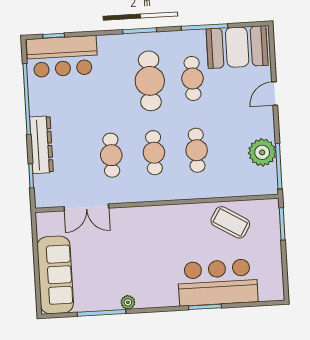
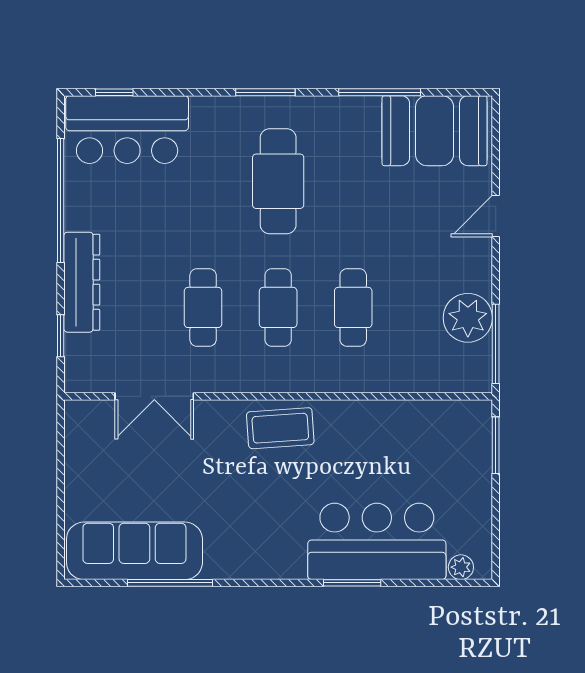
cafe table: (192, 78) -> (353, 181), removed
coffee table: (230, 222) -> (280, 428), moved, turned -35
sofa: (55, 275) -> (134, 551), moved, turned -90
plant: (128, 302) -> (461, 567), moved

